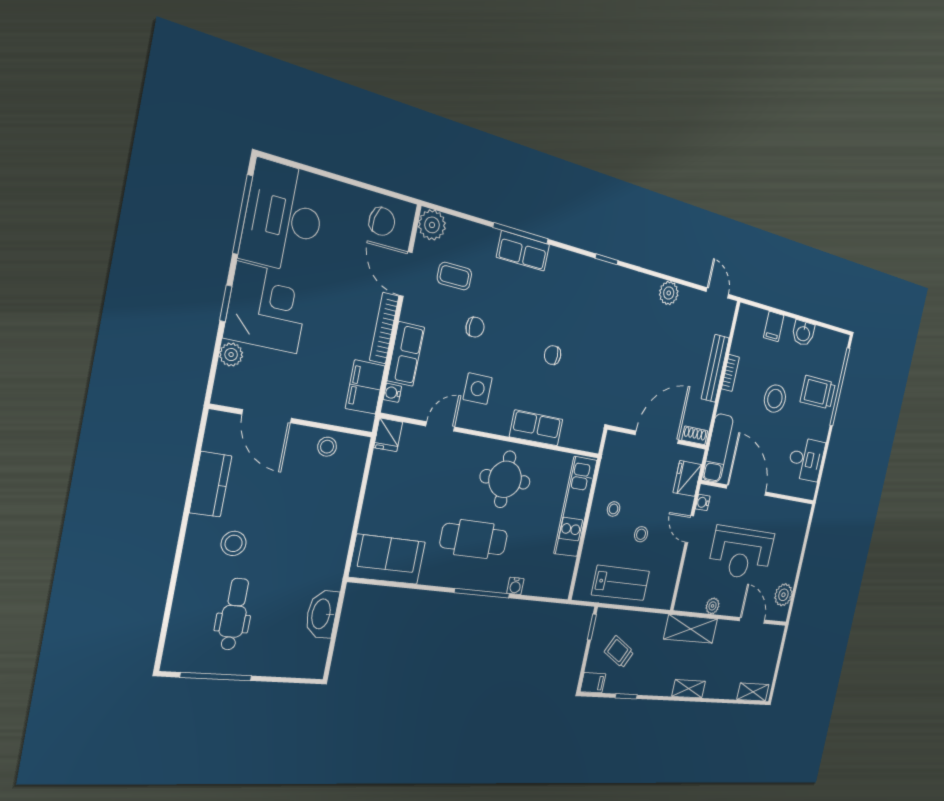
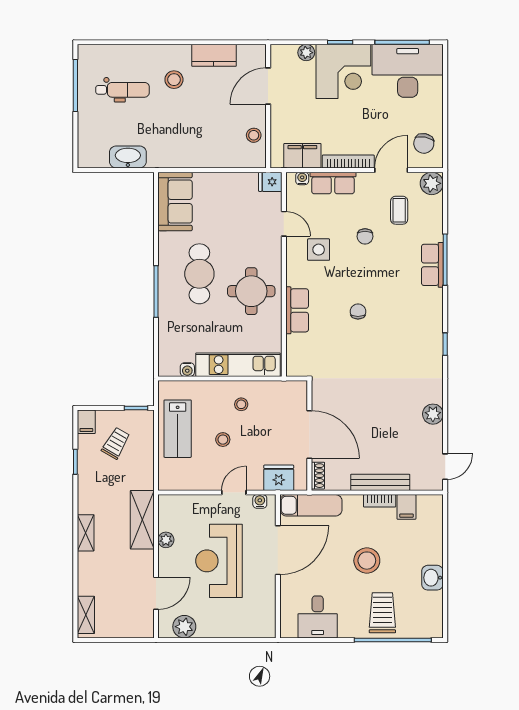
filing cabinet: (774, 326) -> (406, 507), moved, turned -90
water cooler: (515, 586) -> (187, 370), moved, turned -90

